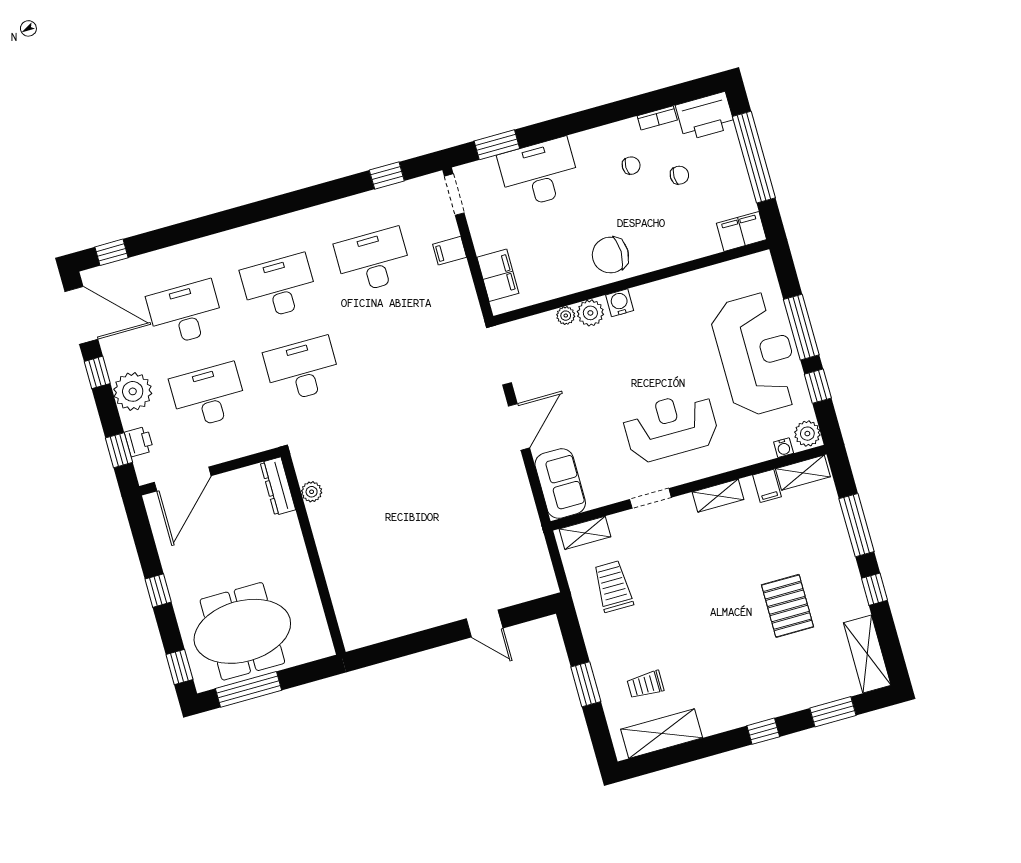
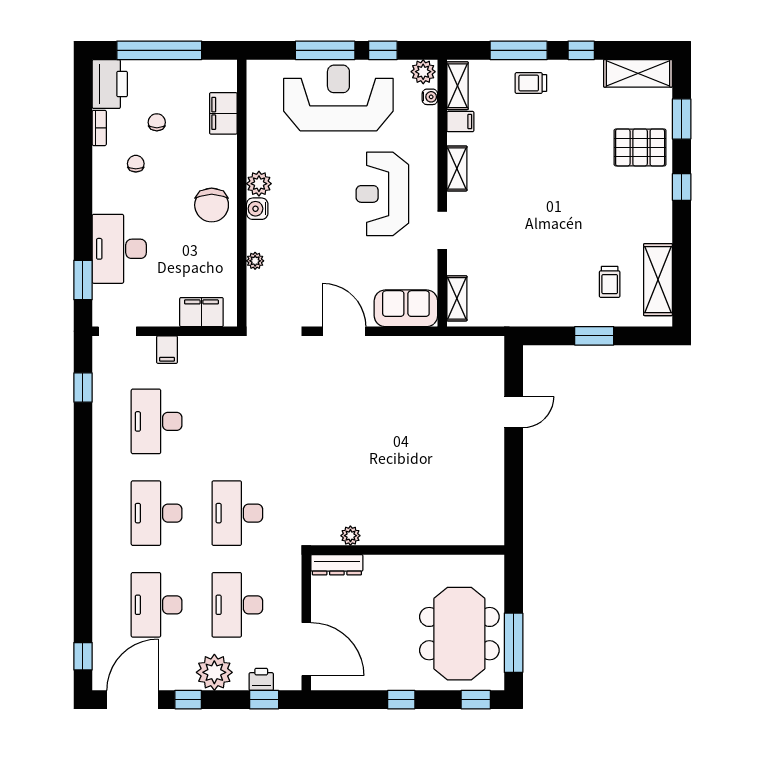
filing cabinet: (741, 231) -> (223, 113), moved
plant: (590, 313) -> (259, 184), moved
trolley: (613, 586) -> (531, 83), moved, width x0.73, depth x0.72
pallet: (788, 606) -> (640, 147), moved

